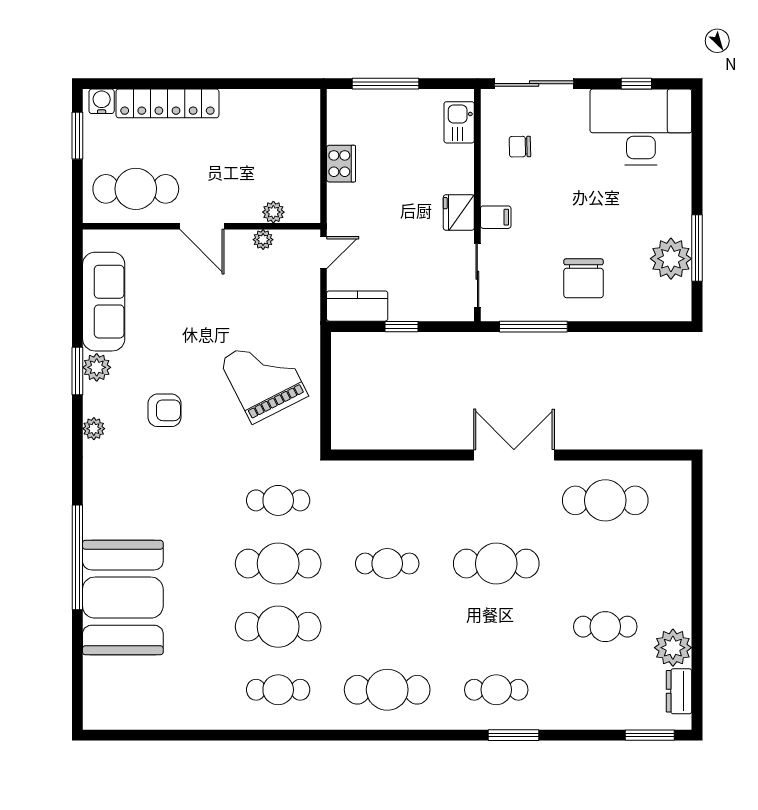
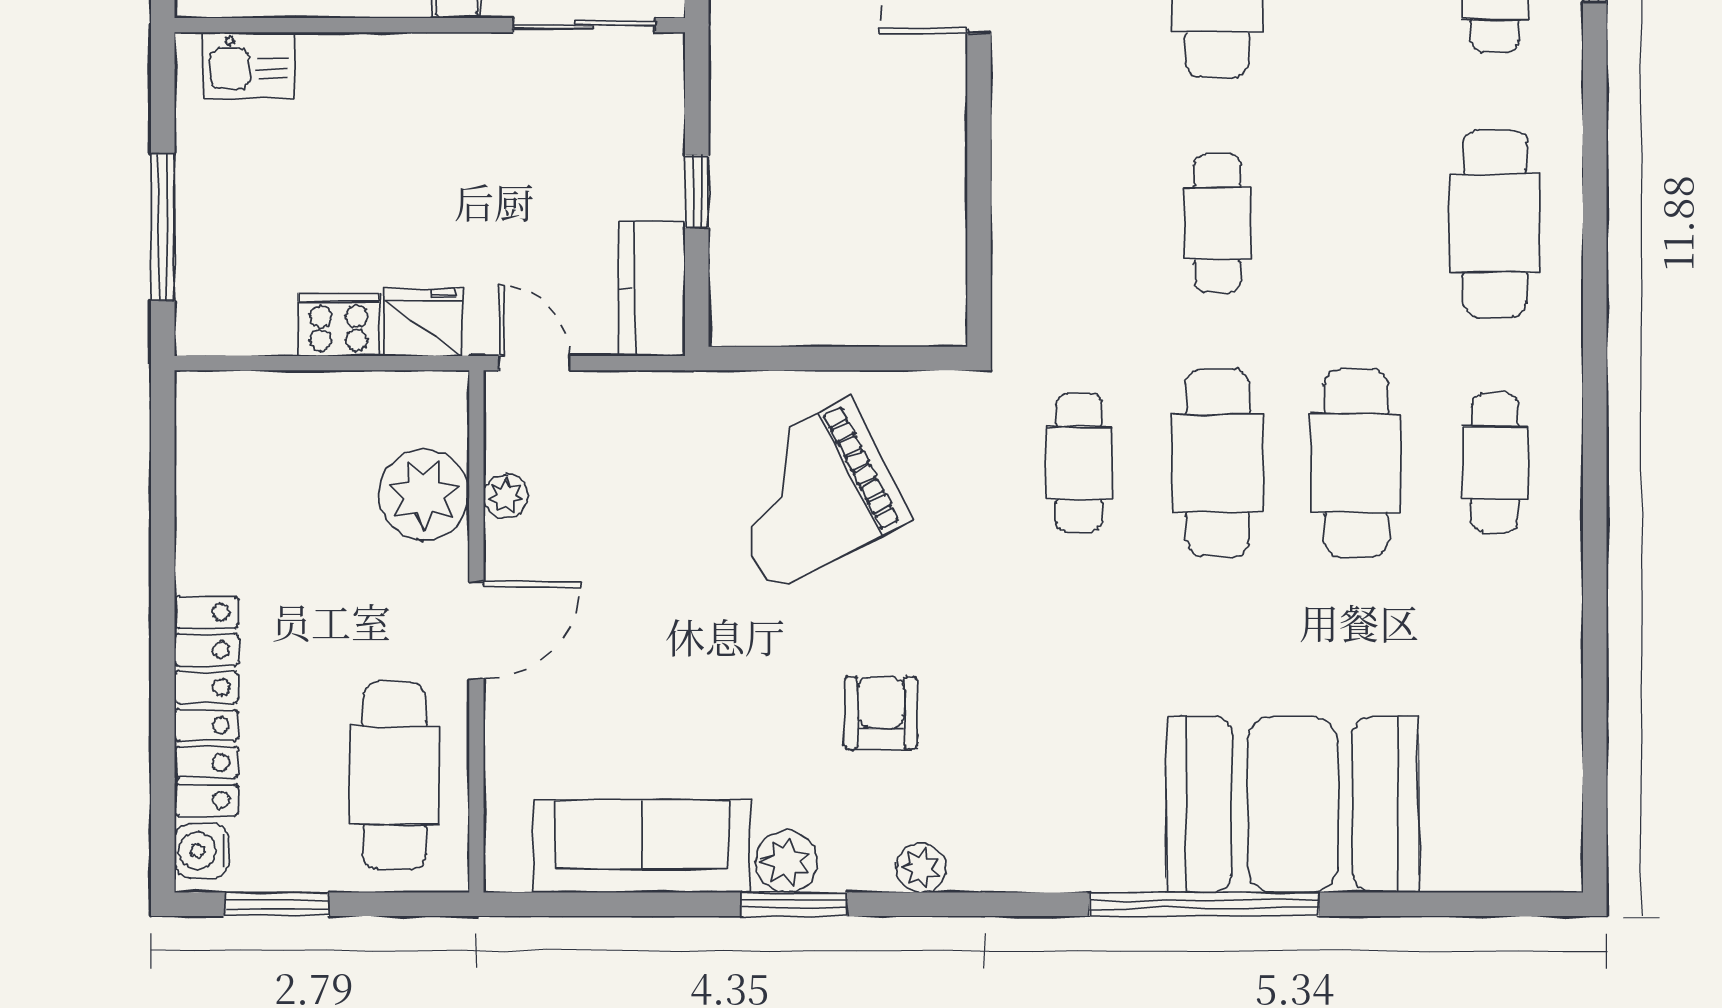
plant: (273, 212) -> (424, 495), width x1.88, depth x1.88
fridge: (459, 212) -> (423, 322), moved, turned 180

